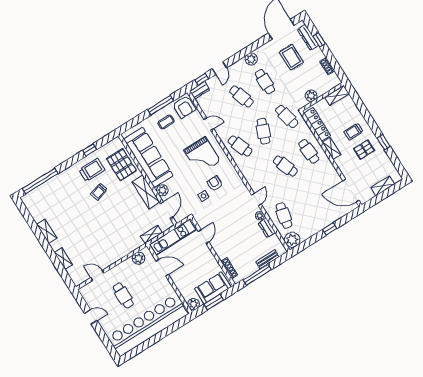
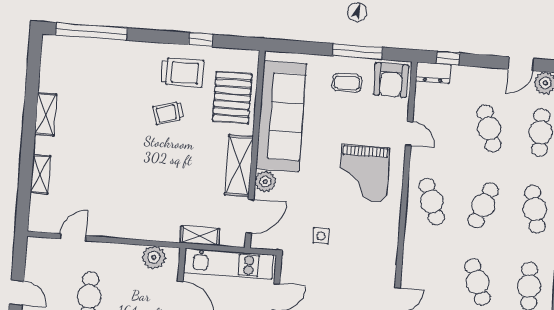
door: (219, 68) -> (521, 64), moved
armchair: (215, 183) -> (352, 230), removed
door: (97, 275) -> (73, 237), hinge flipped

